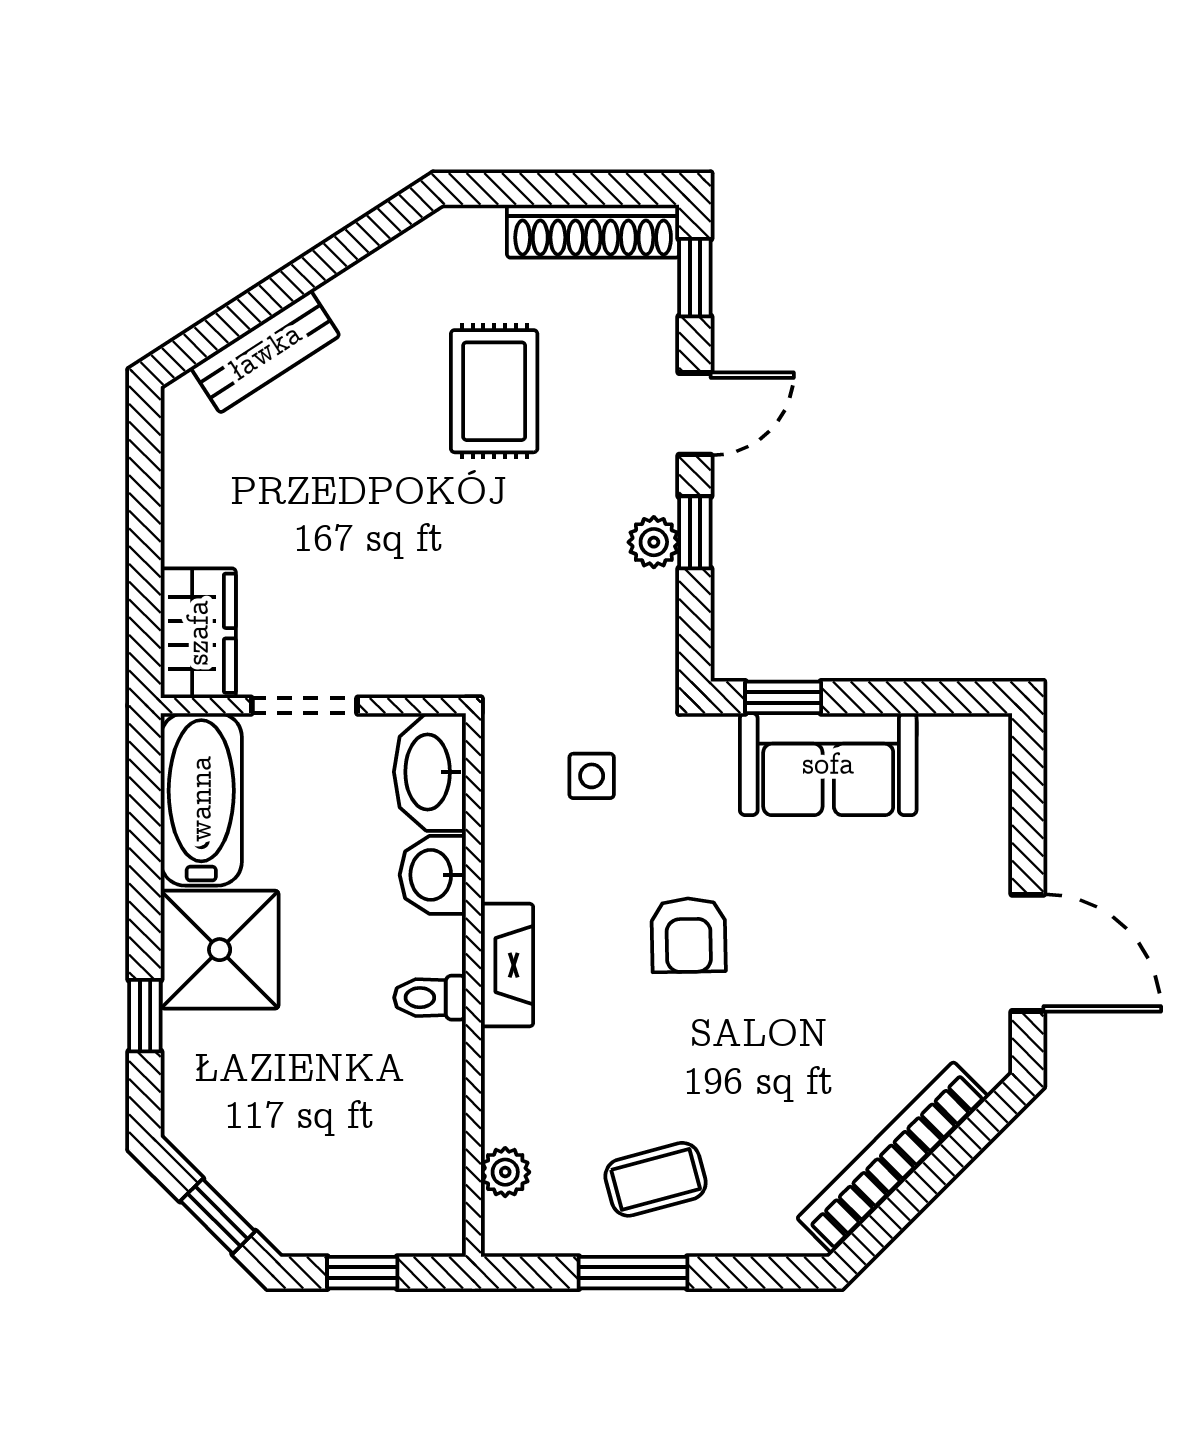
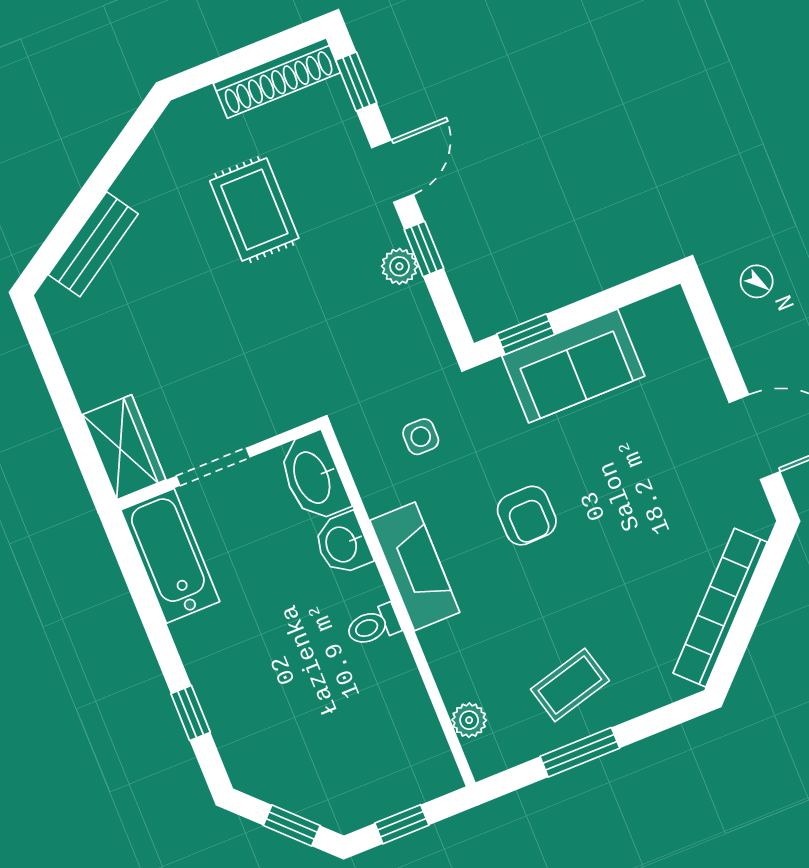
shower: (220, 950) -> (222, 650), removed
fireplace: (507, 965) -> (415, 566), width x1.37, depth x1.32

